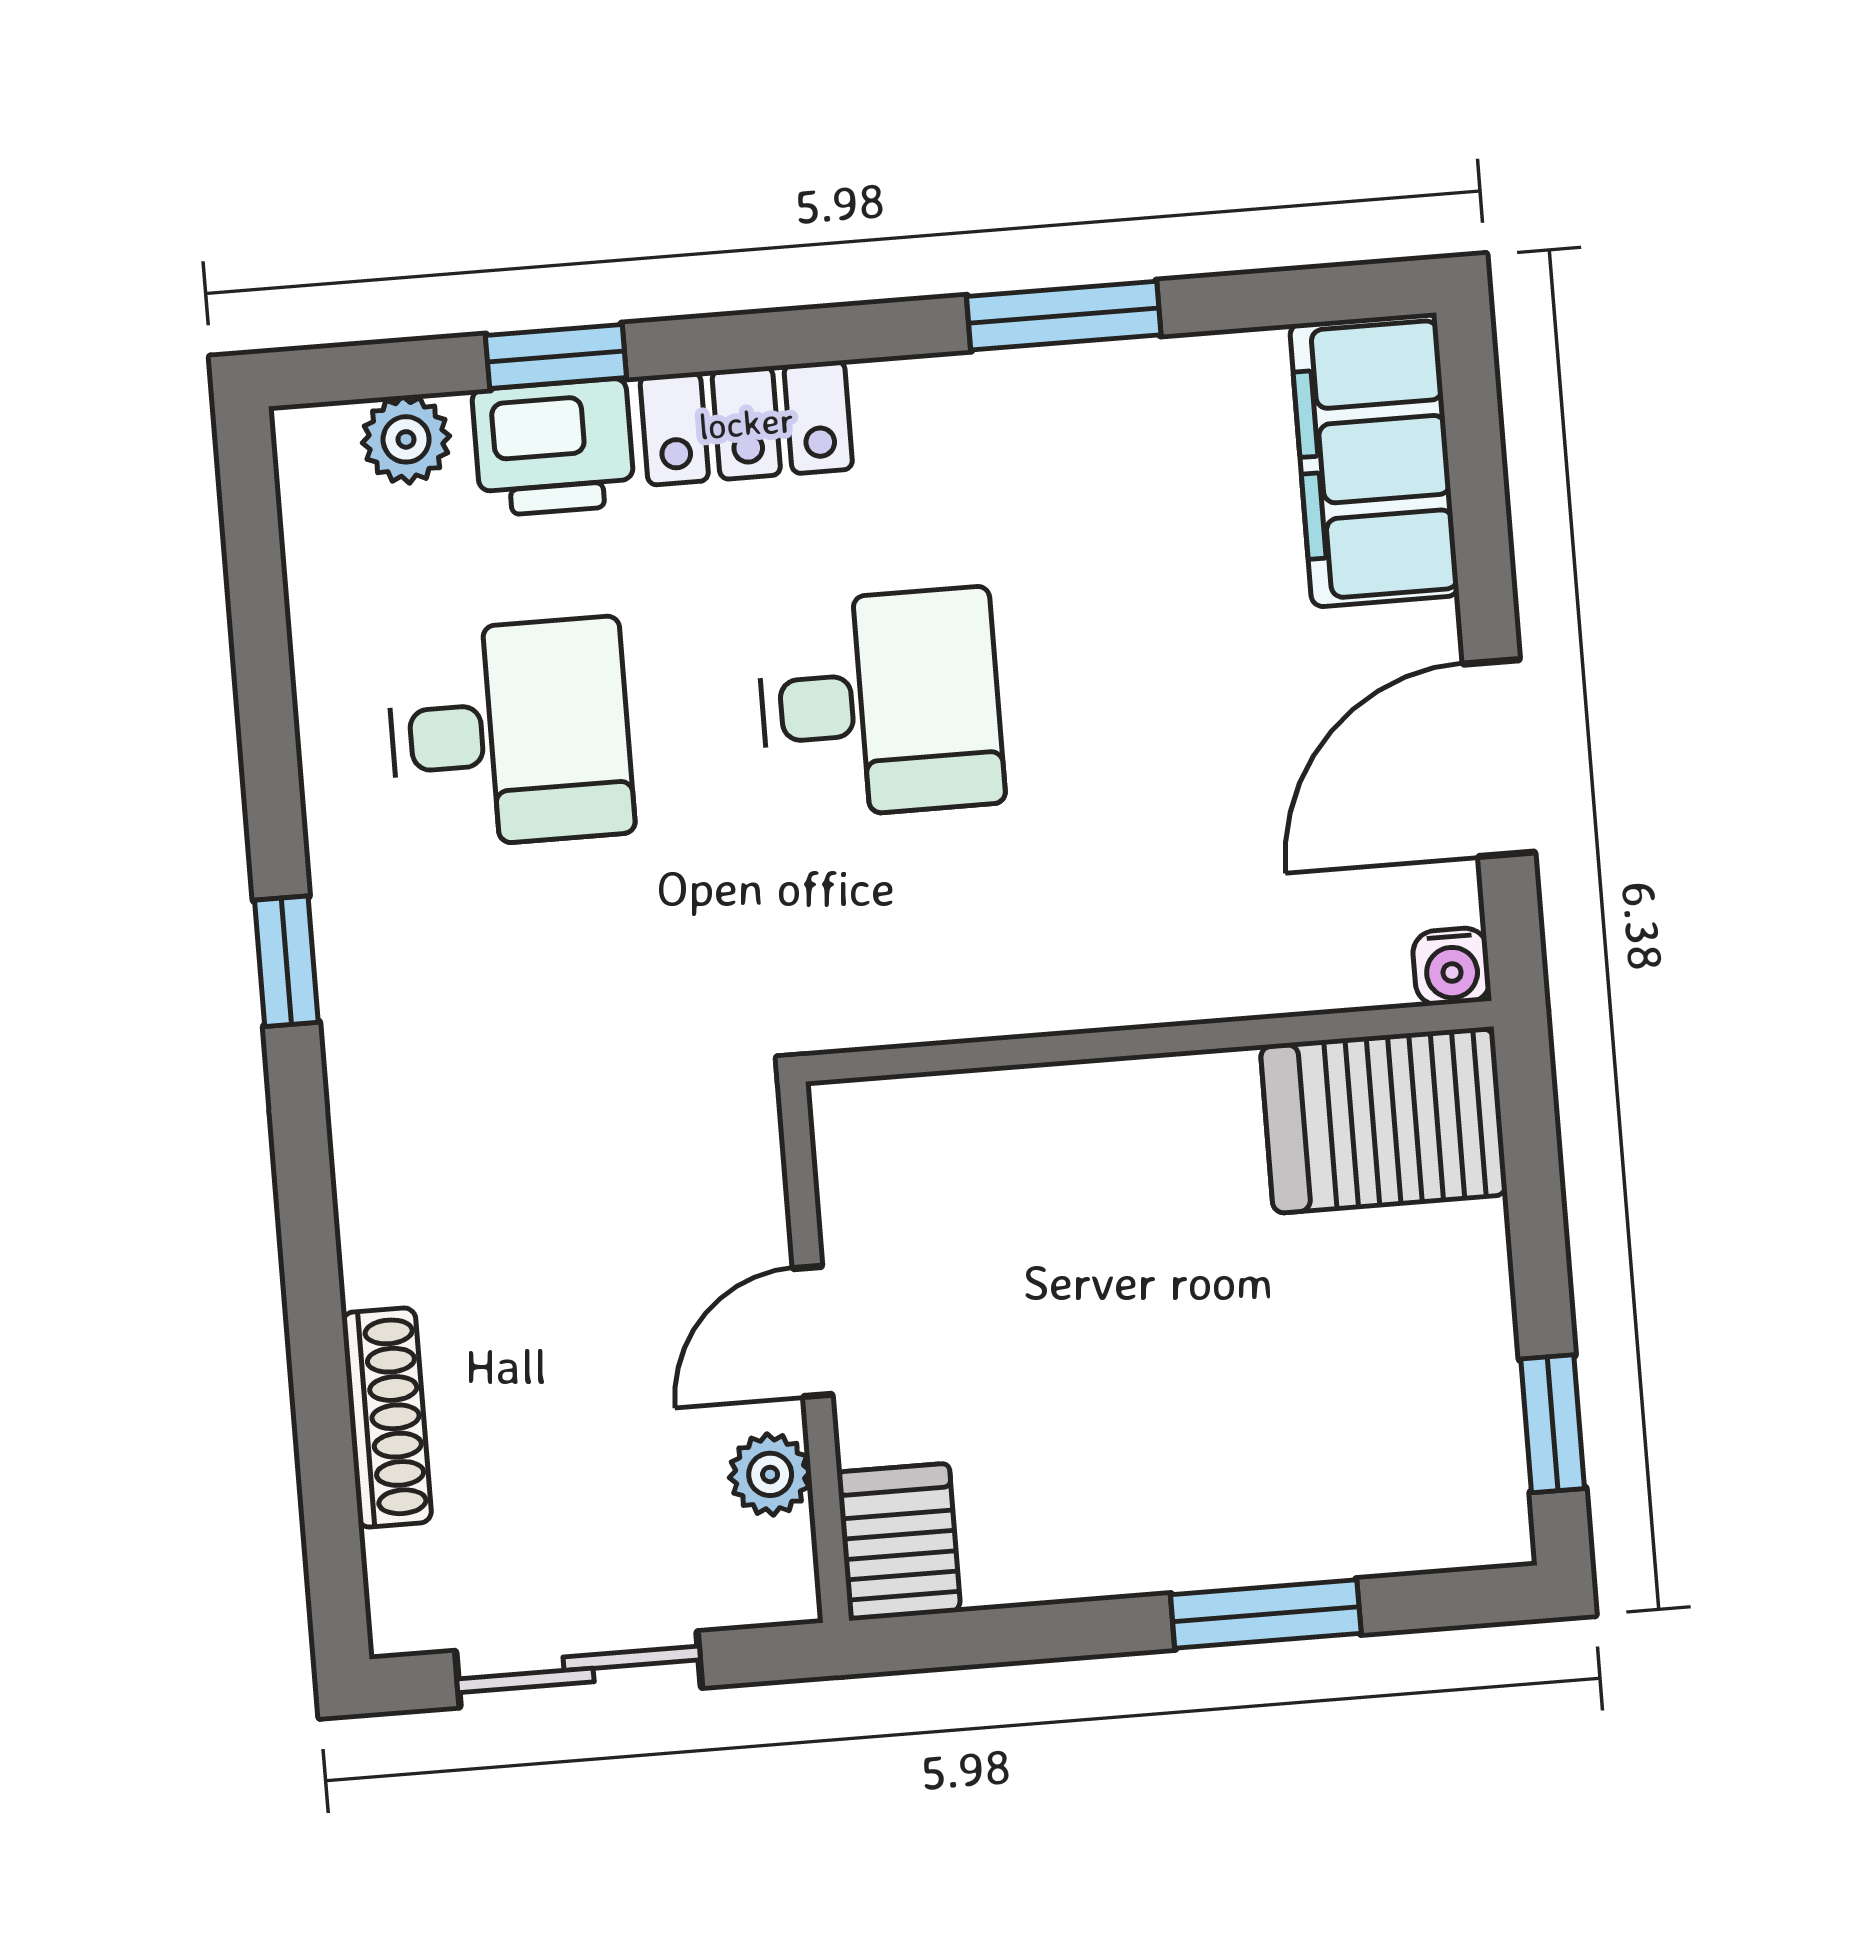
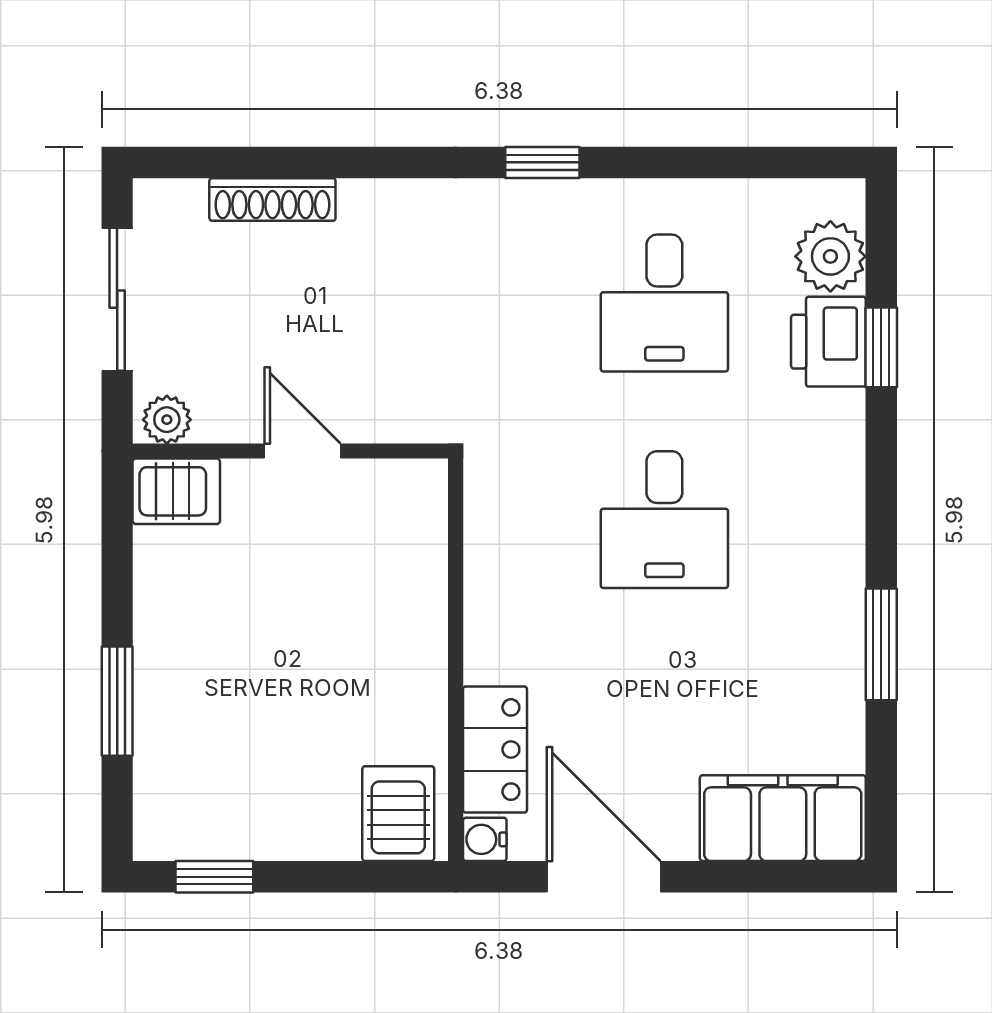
locker: (746, 423) -> (495, 750), moved, turned 180
plant: (406, 439) -> (830, 256), width x1.38, depth x1.38
server rack: (1384, 1121) -> (398, 814), width x0.73, depth x0.70
plant: (770, 1474) -> (167, 420), moved

